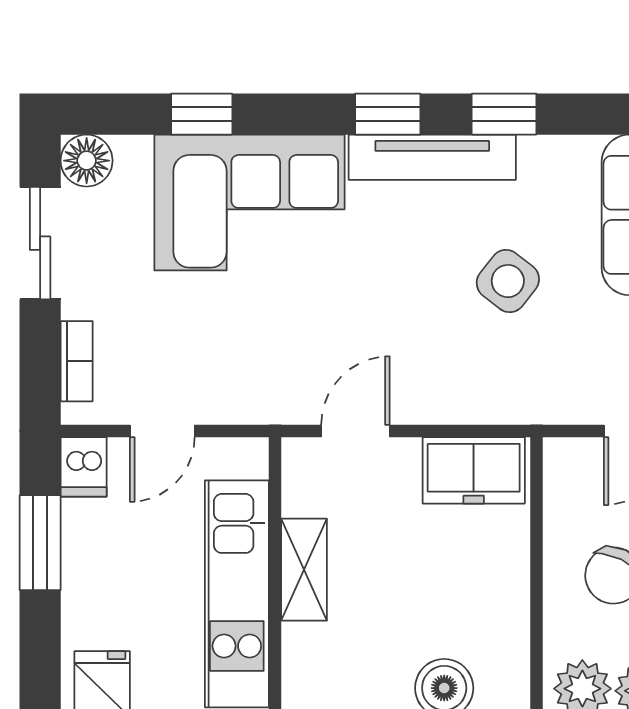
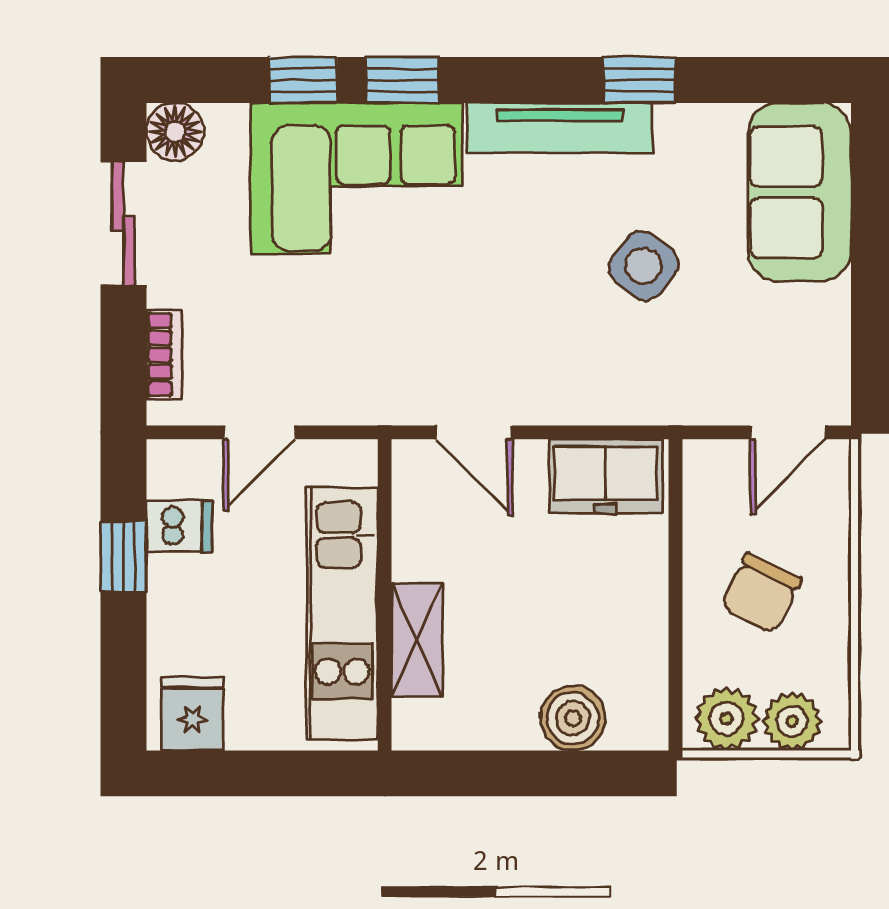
window: (388, 114) -> (403, 80), moved
door: (355, 431) -> (474, 432), swing flipped
dishwasher: (84, 467) -> (179, 526), moved, turned -90
window: (40, 543) -> (123, 557), width x0.67
shelving: (304, 570) -> (417, 640), moved

